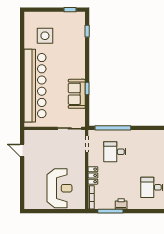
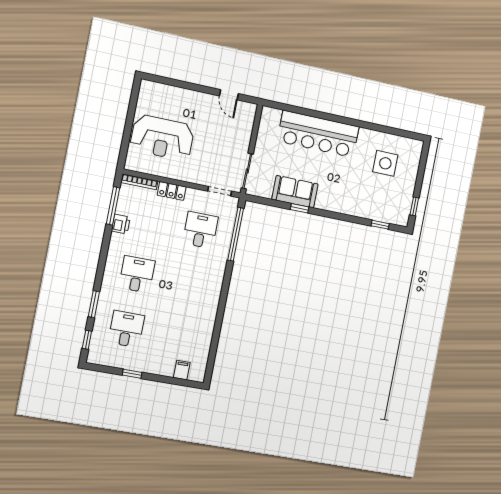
bar counter: (35, 86) -> (318, 134), width x0.73
door: (22, 150) -> (229, 95), swing flipped

